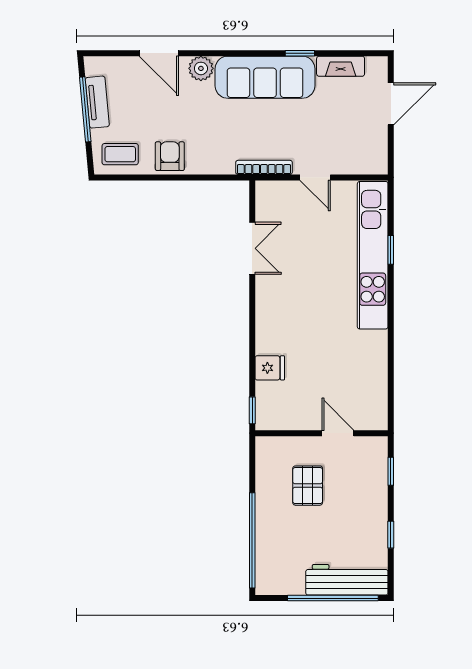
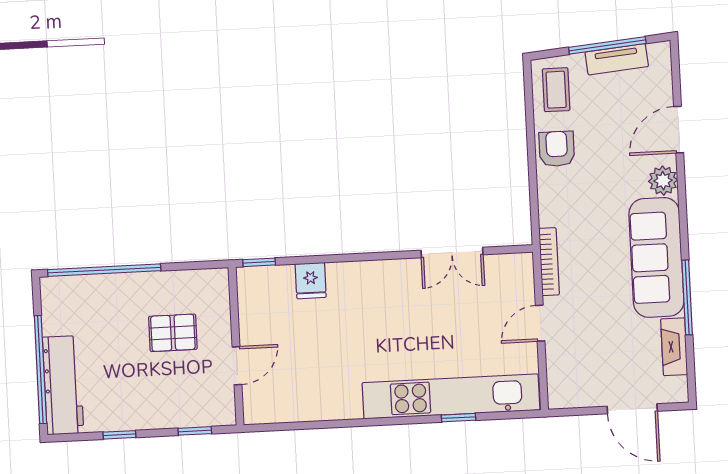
window: (300, 53) -> (687, 297), width x2.17
armchair: (170, 156) -> (557, 149), turned -90

